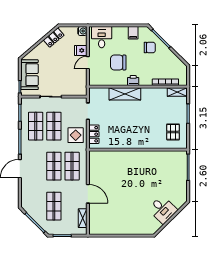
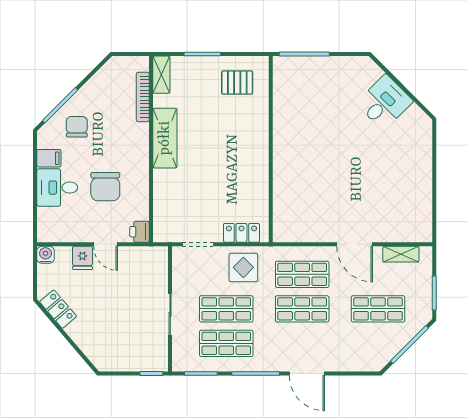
desk: (102, 37) -> (57, 188), moved
sofa: (29, 75) -> (128, 355), removed
printer: (133, 80) -> (140, 232), moved
shelving: (125, 94) -> (165, 138), moved
door: (88, 194) -> (355, 244), swing flipped

